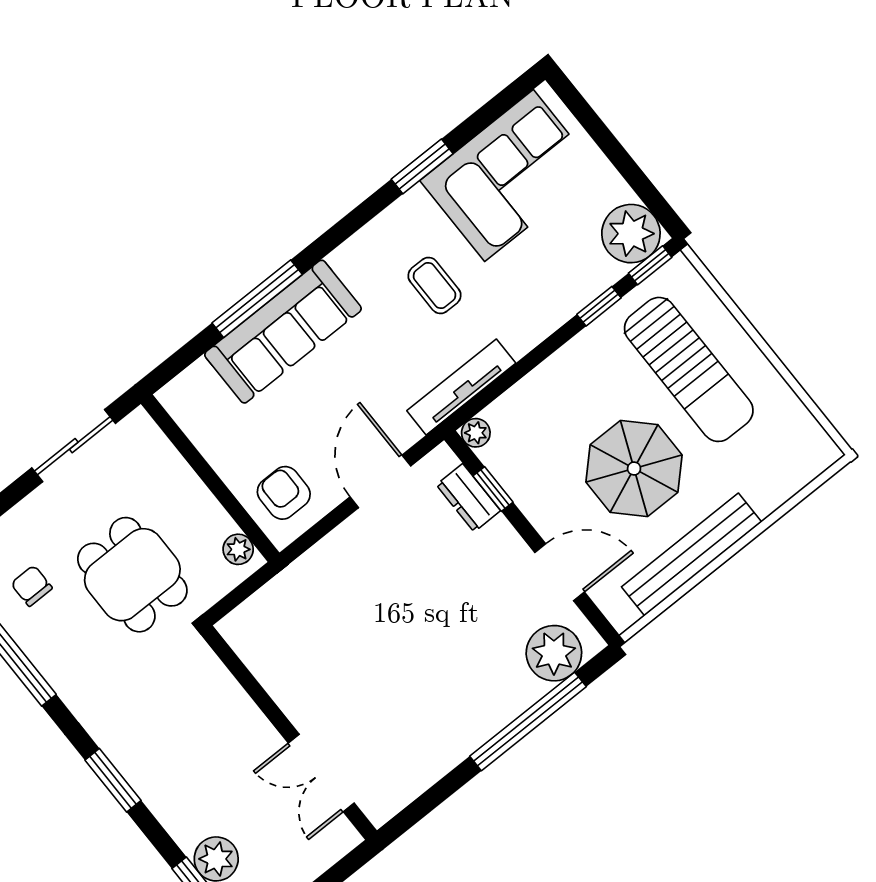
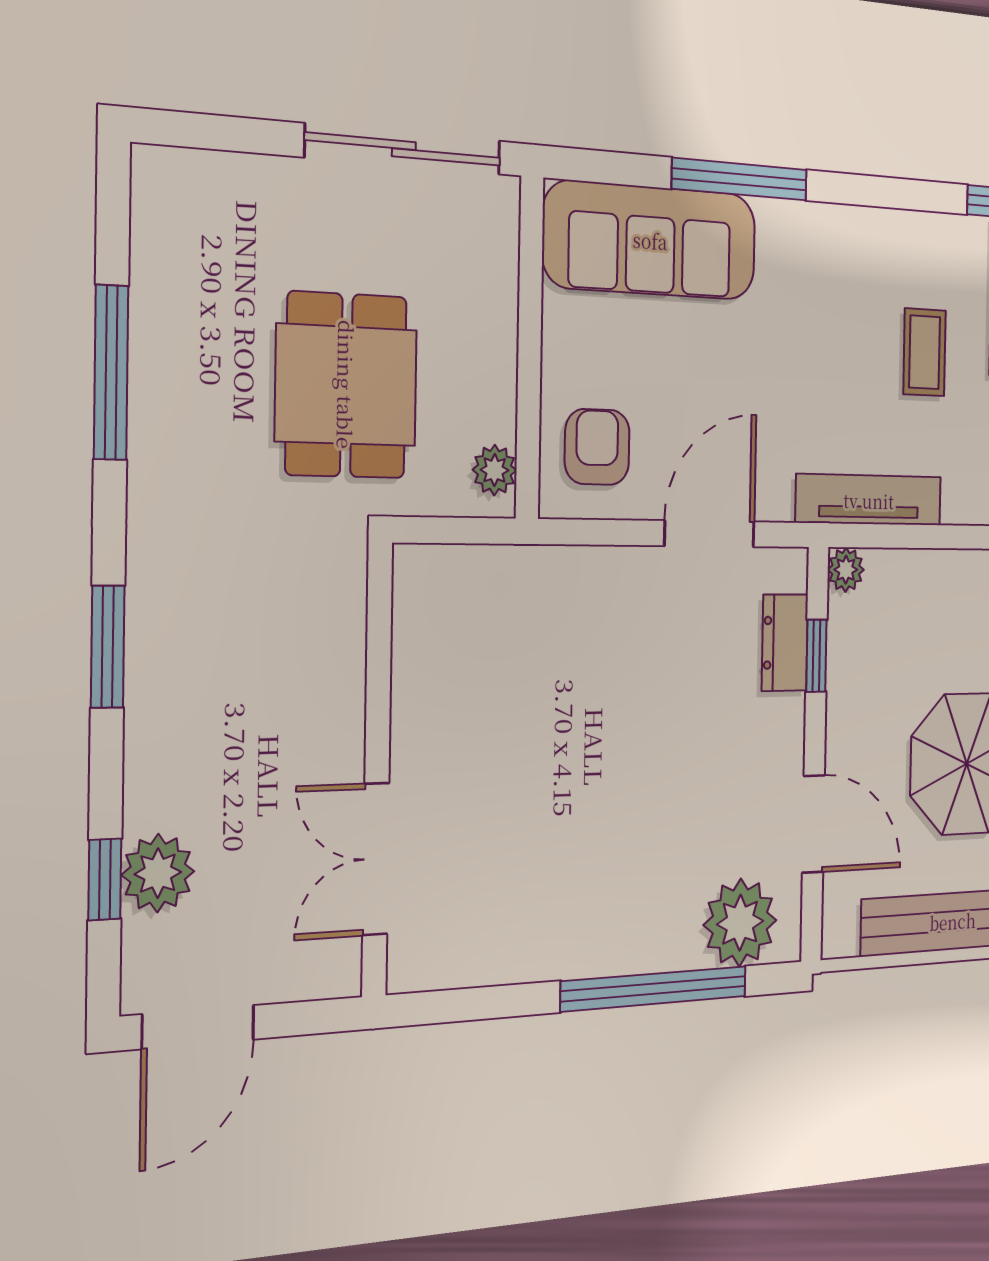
sofa: (283, 332) -> (650, 240), moved
sliding door: (74, 446) -> (404, 149), width x1.37
chair: (32, 586) -> (210, 282), removed

